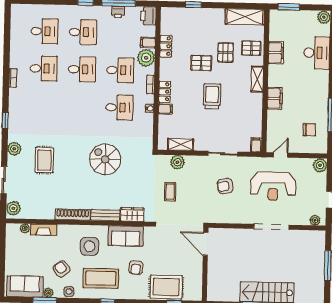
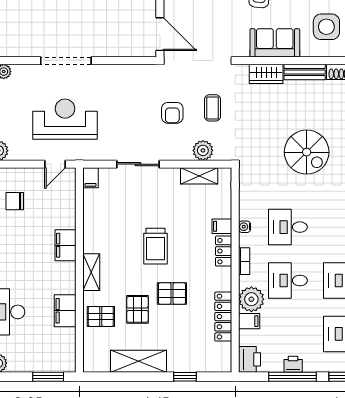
shelving: (245, 17) -> (139, 361), moved
locker: (166, 46) -> (223, 317), width x1.53
armchair: (225, 186) -> (172, 113), moved, turned 102

